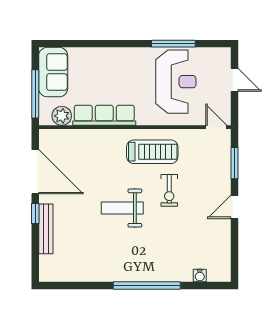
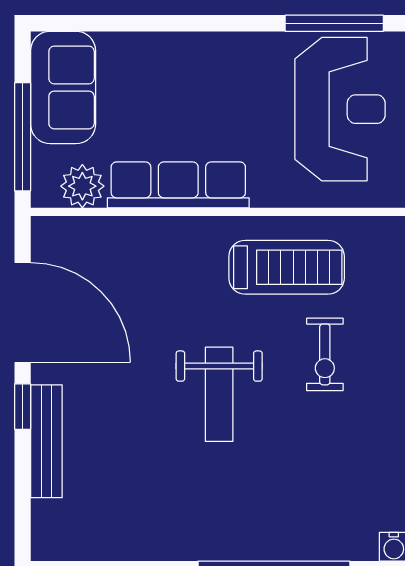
weight bench: (122, 208) -> (219, 394), turned -90

